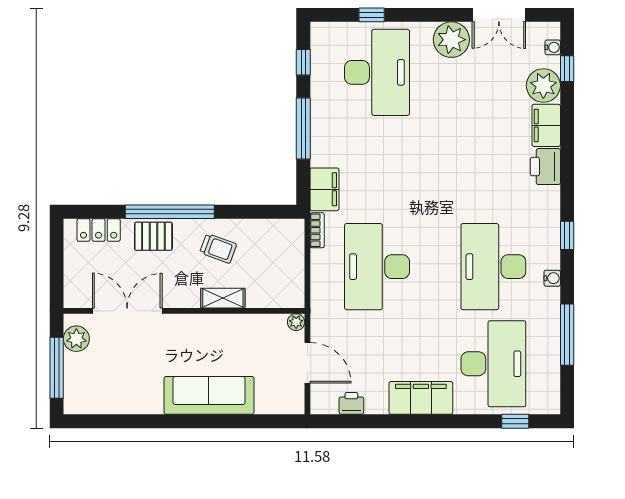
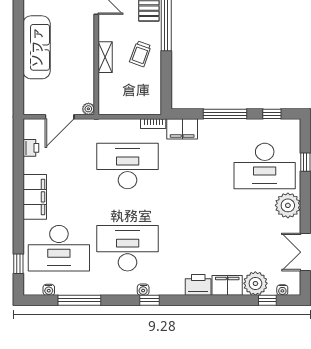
plant: (451, 40) -> (288, 205), moved
water cooler: (552, 278) -> (143, 290), moved
water cooler: (552, 378) -> (49, 290), added

